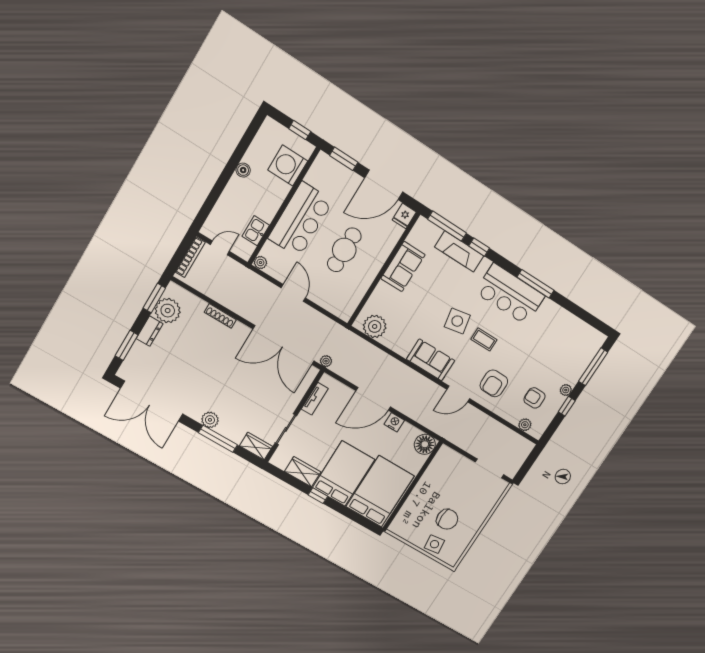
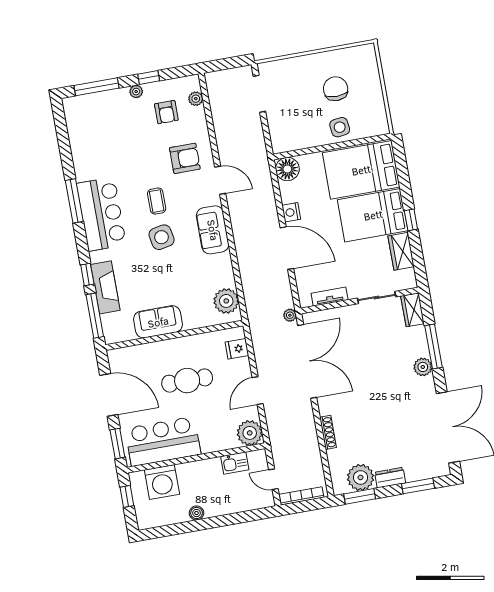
fridge: (404, 216) -> (237, 349), moved, turned 180
bar counter: (301, 220) -> (163, 441), moved
plant: (260, 263) -> (250, 433), width x1.87, depth x1.87
side table: (434, 544) -> (340, 127), moved

